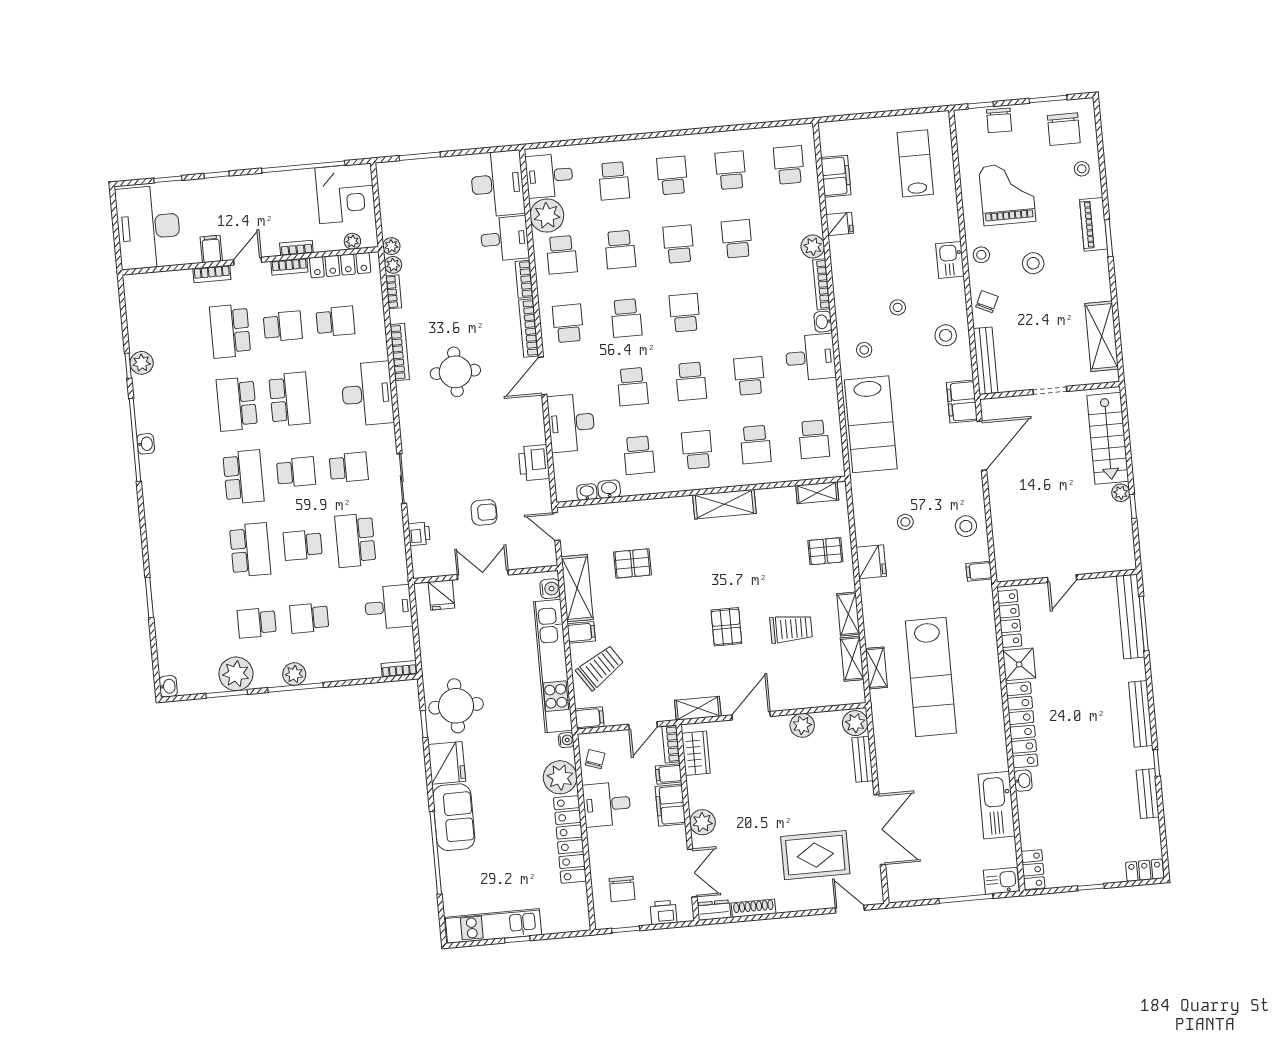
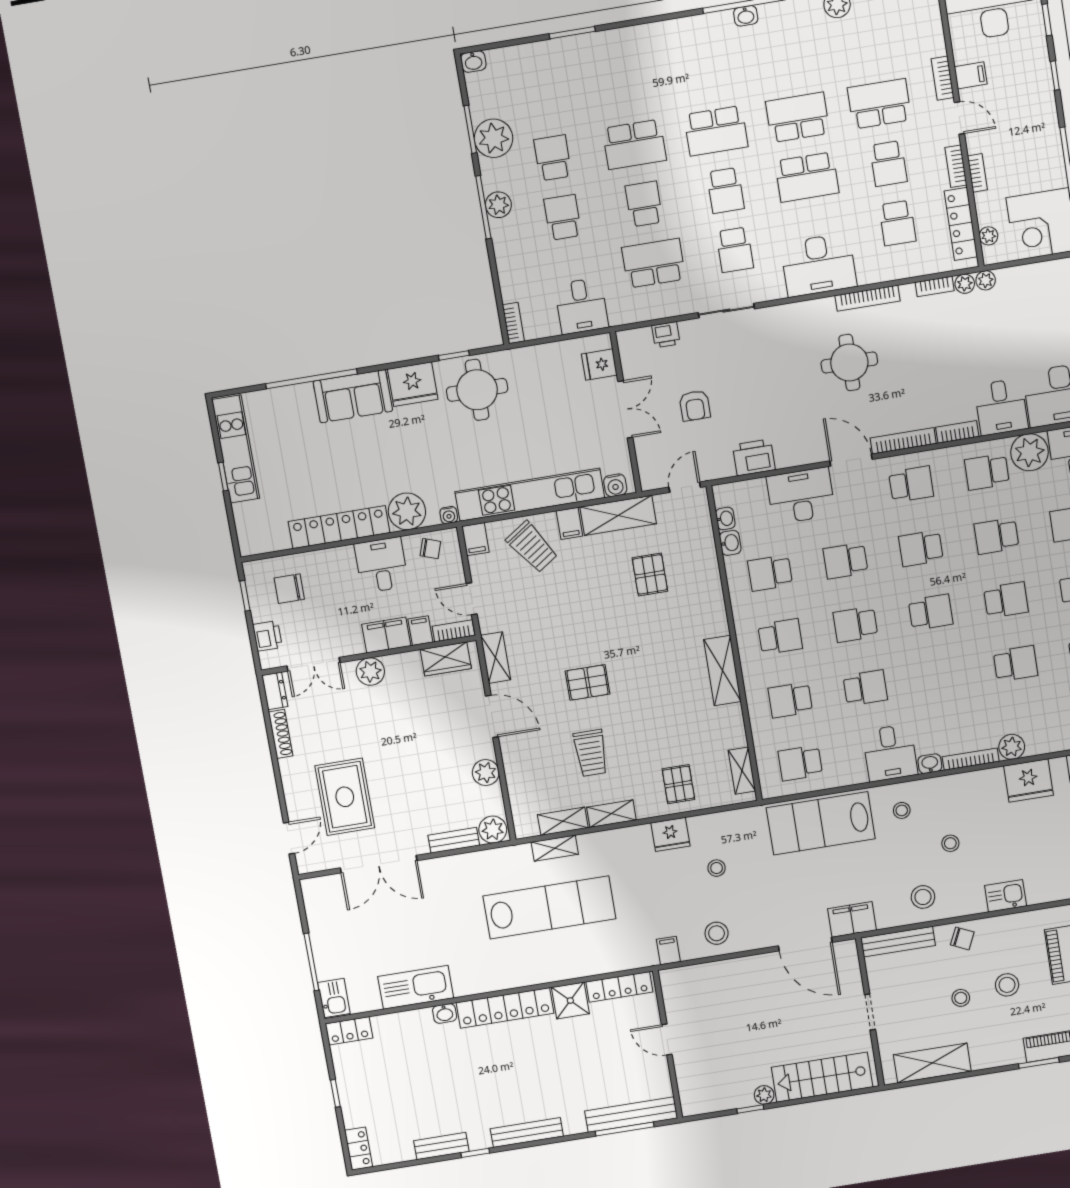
fridge: (840, 224) -> (1029, 781), width x1.88, depth x1.34
stool: (981, 255) -> (961, 998), moved
lab bench: (931, 677) -> (549, 907), turned 180

